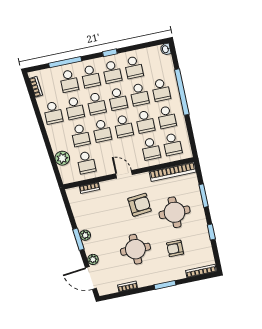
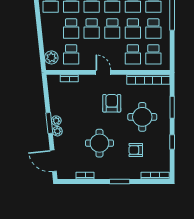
plant: (62, 158) -> (51, 57), moved
armchair: (140, 205) -> (112, 103), turned -85
plant: (93, 259) -> (57, 131), moved

